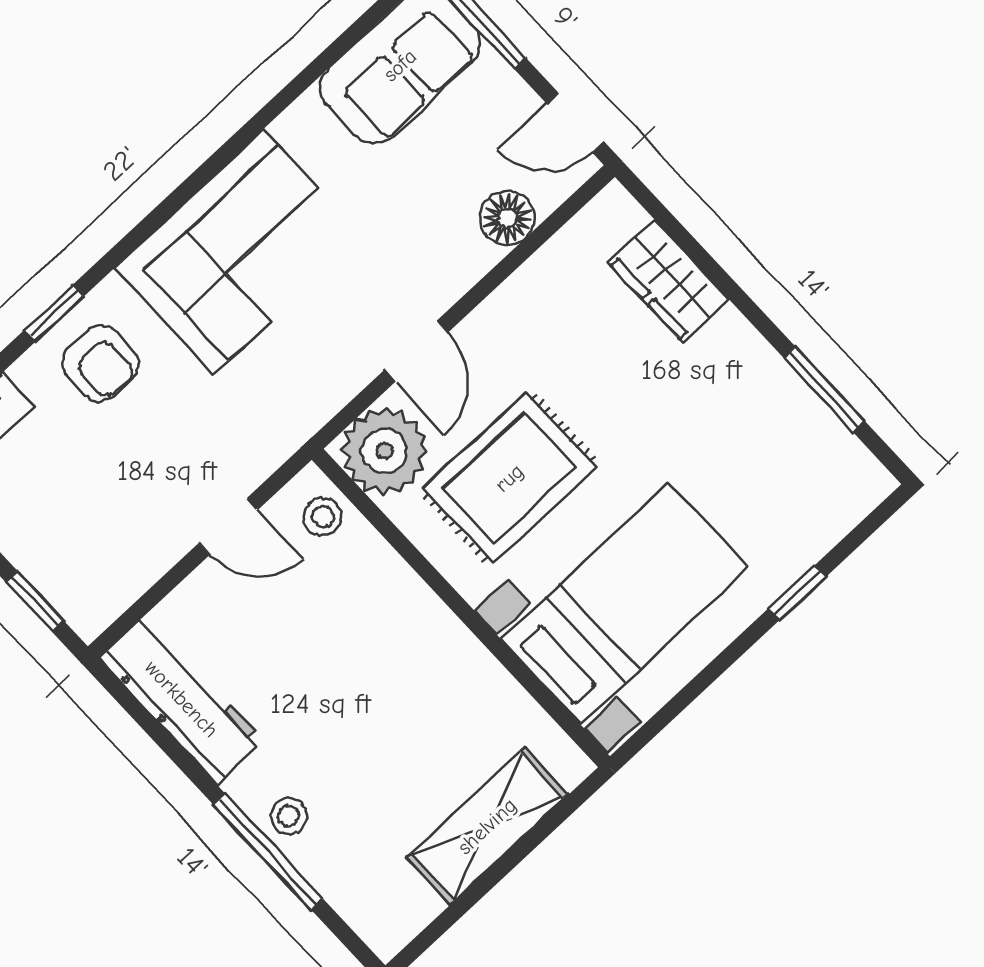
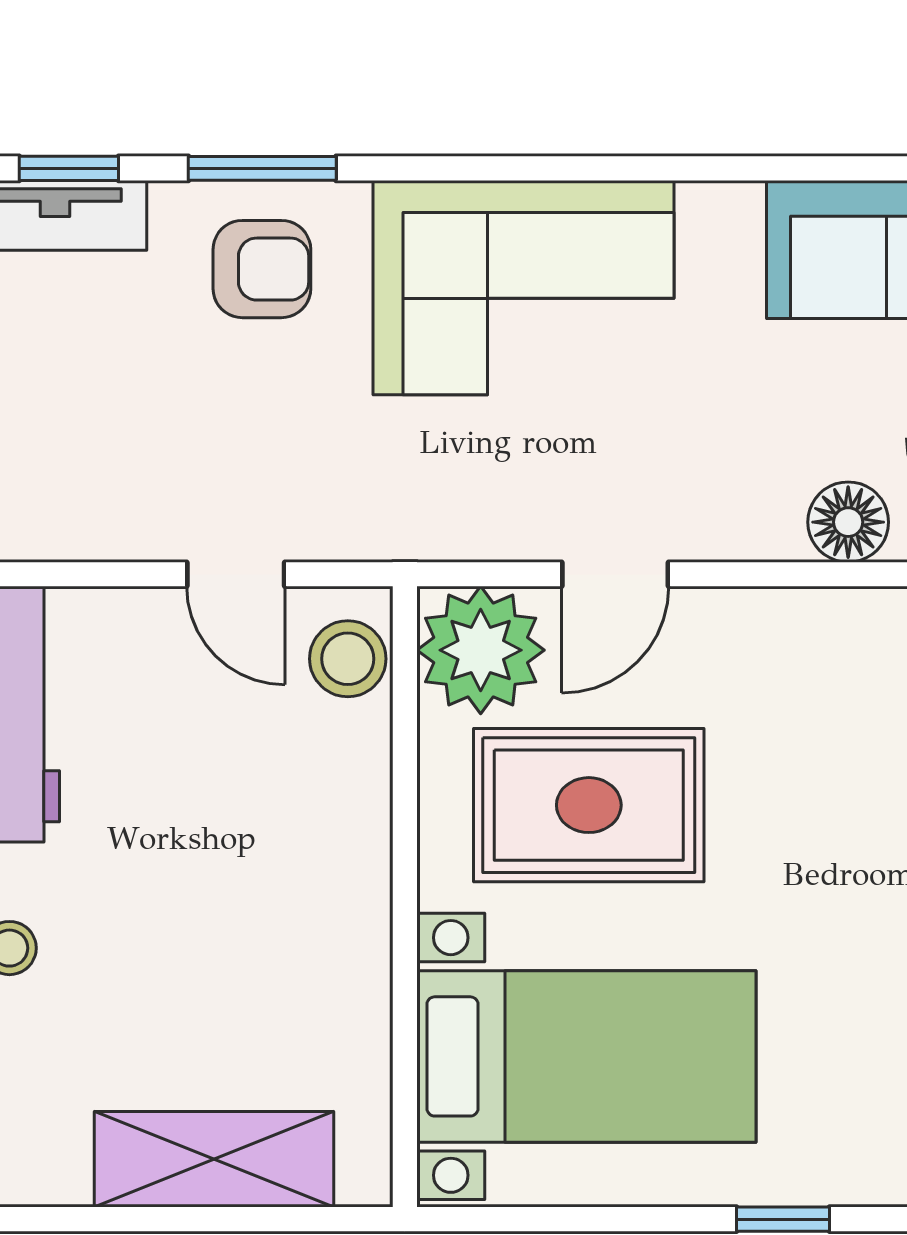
window: (54, 313) -> (262, 168), width x1.50
armchair: (100, 363) -> (262, 269), turned -90
stool: (323, 517) -> (348, 659), width x1.37, depth x1.37

